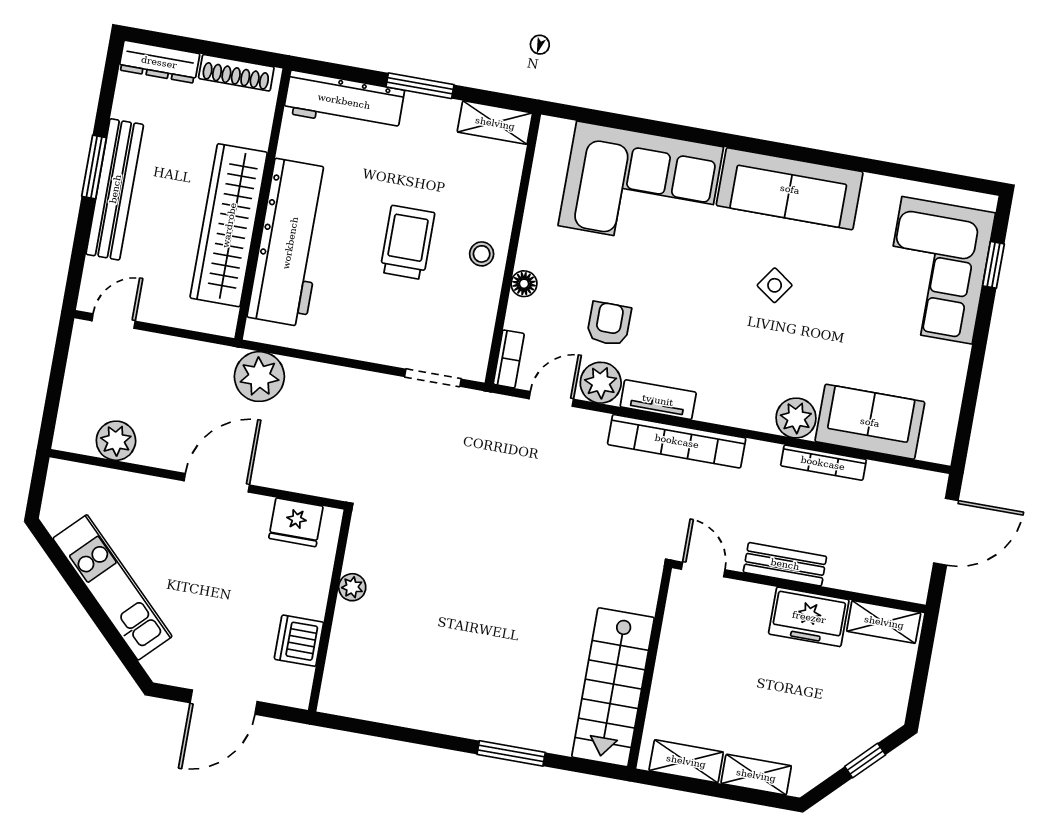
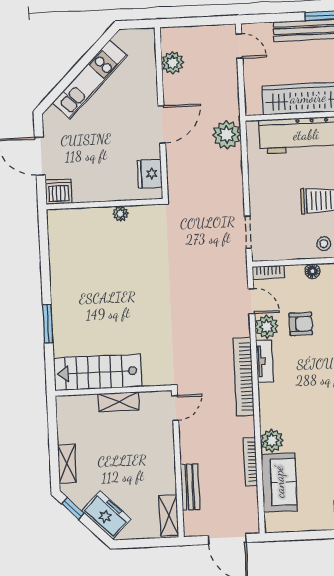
door: (217, 483) -> (162, 124), hinge flipped
bench: (785, 564) -> (190, 487), moved
freezer: (809, 617) -> (106, 515), moved, turned 135
dishwasher: (299, 641) -> (59, 192), moved
shelving: (686, 761) -> (119, 402), moved, turned 90
window: (865, 761) -> (73, 508), moved

